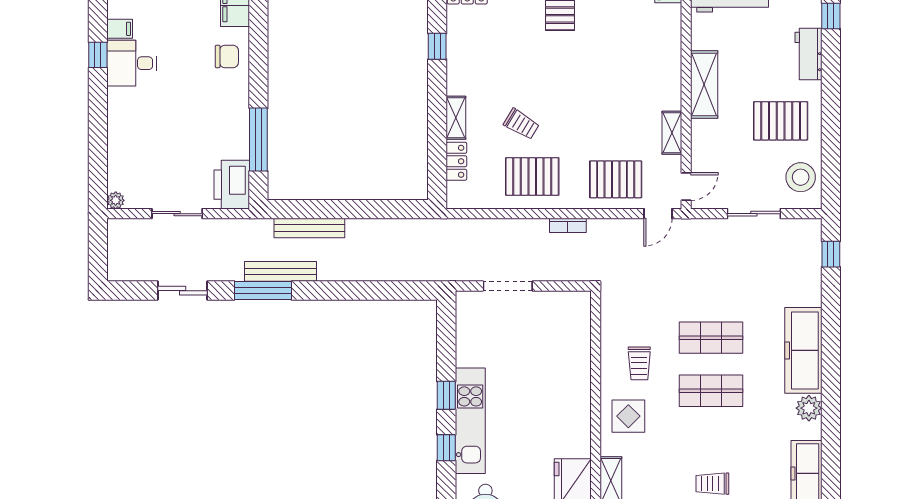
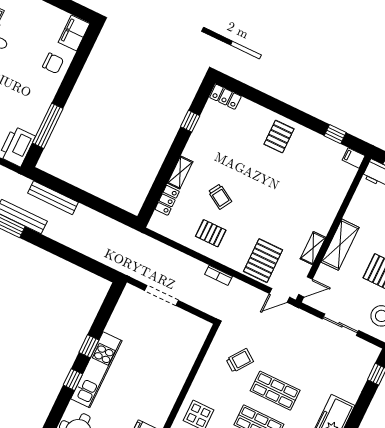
shelving: (704, 85) -> (340, 245), moved
pallet: (532, 177) -> (211, 233), width x0.67, depth x0.71
pallet: (616, 179) -> (263, 261), turned 90
trolley: (639, 363) -> (240, 360), moved, turned -144

